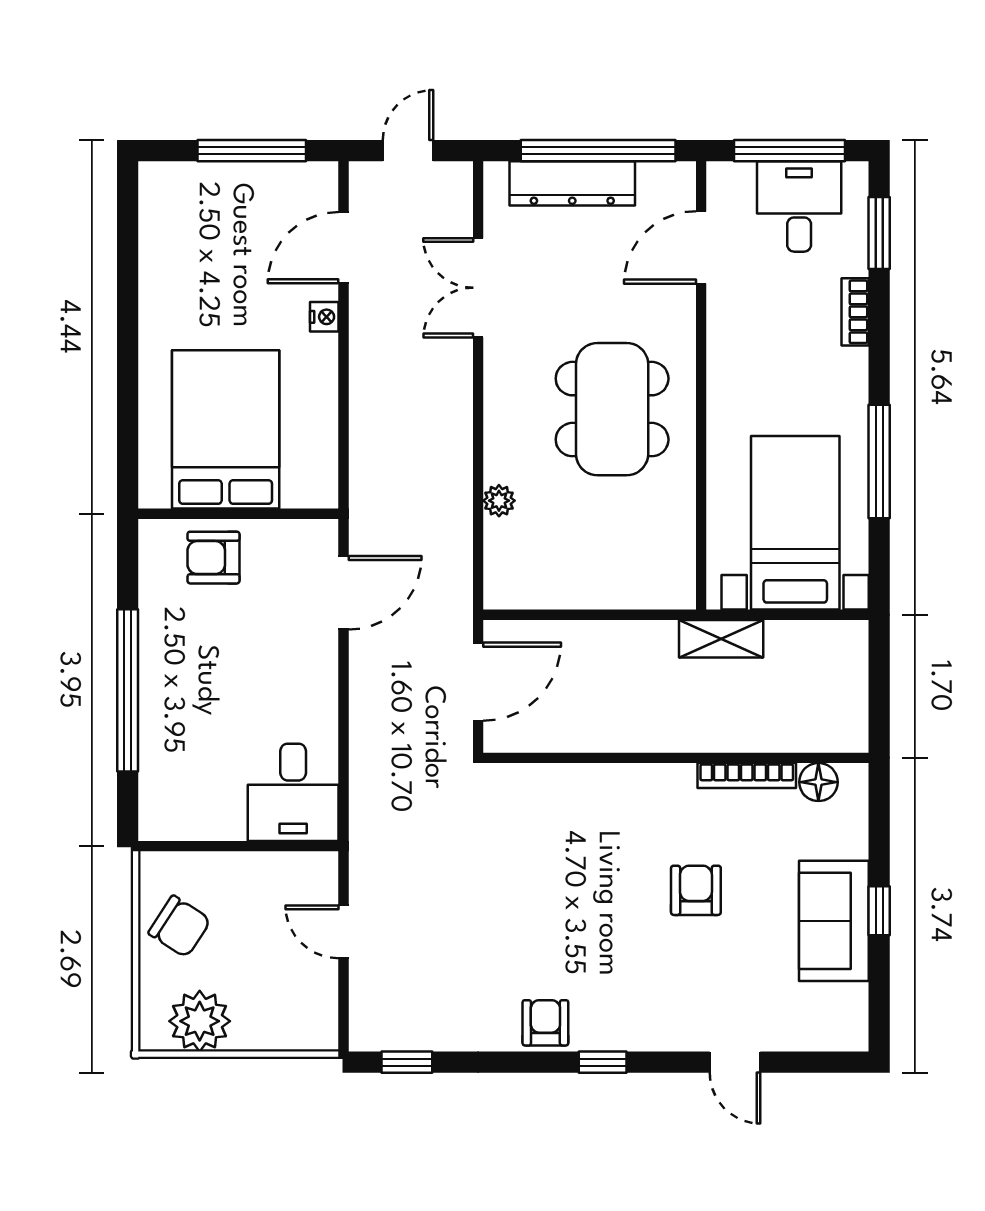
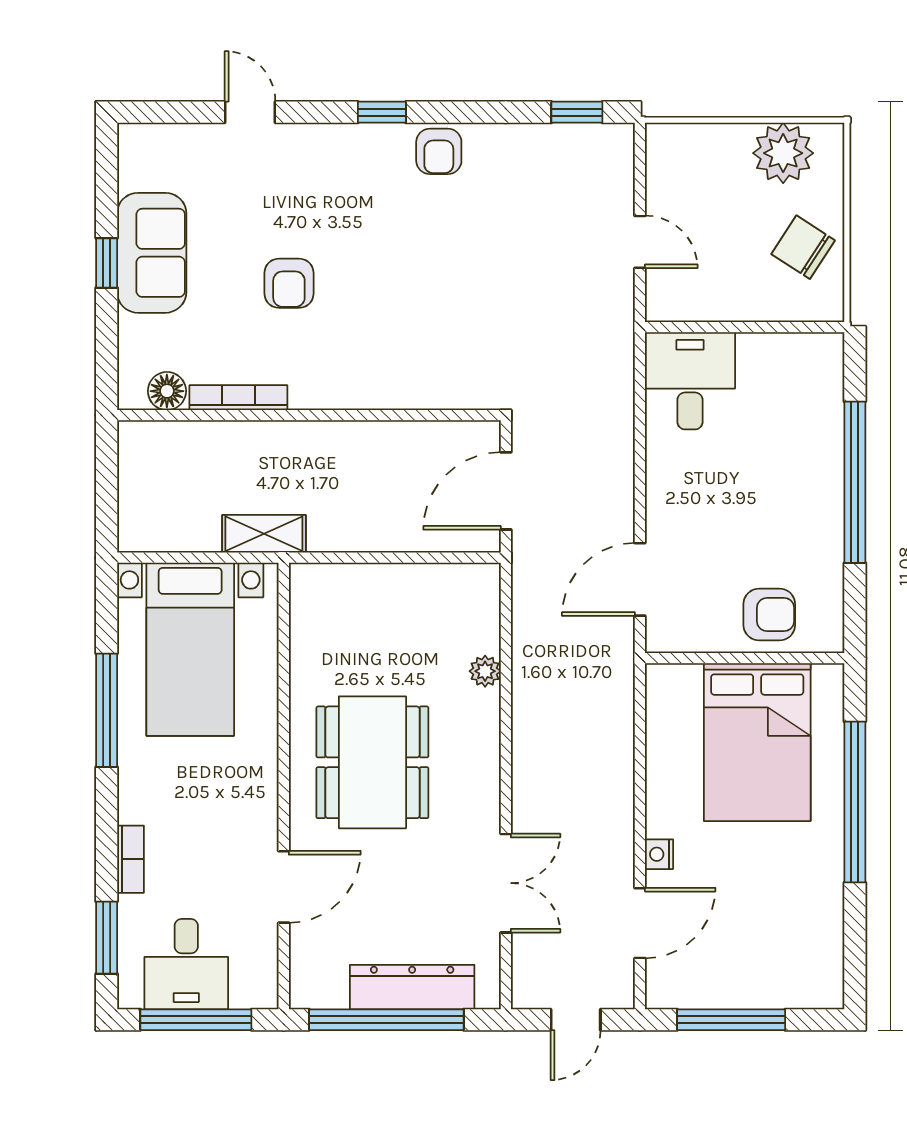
door: (701, 247) -> (284, 887), moved
window: (128, 369) -> (855, 802), added

